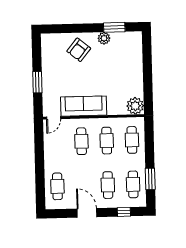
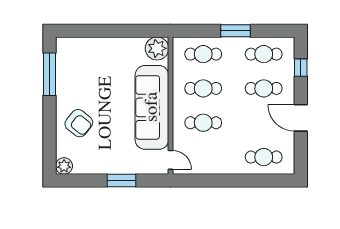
window: (114, 27) -> (50, 74), width x1.44
plant: (104, 38) -> (64, 166), moved
sofa: (84, 106) -> (152, 107), width x1.36, depth x1.27
window: (150, 179) -> (235, 31), moved
door: (87, 213) -> (301, 118), hinge flipped

